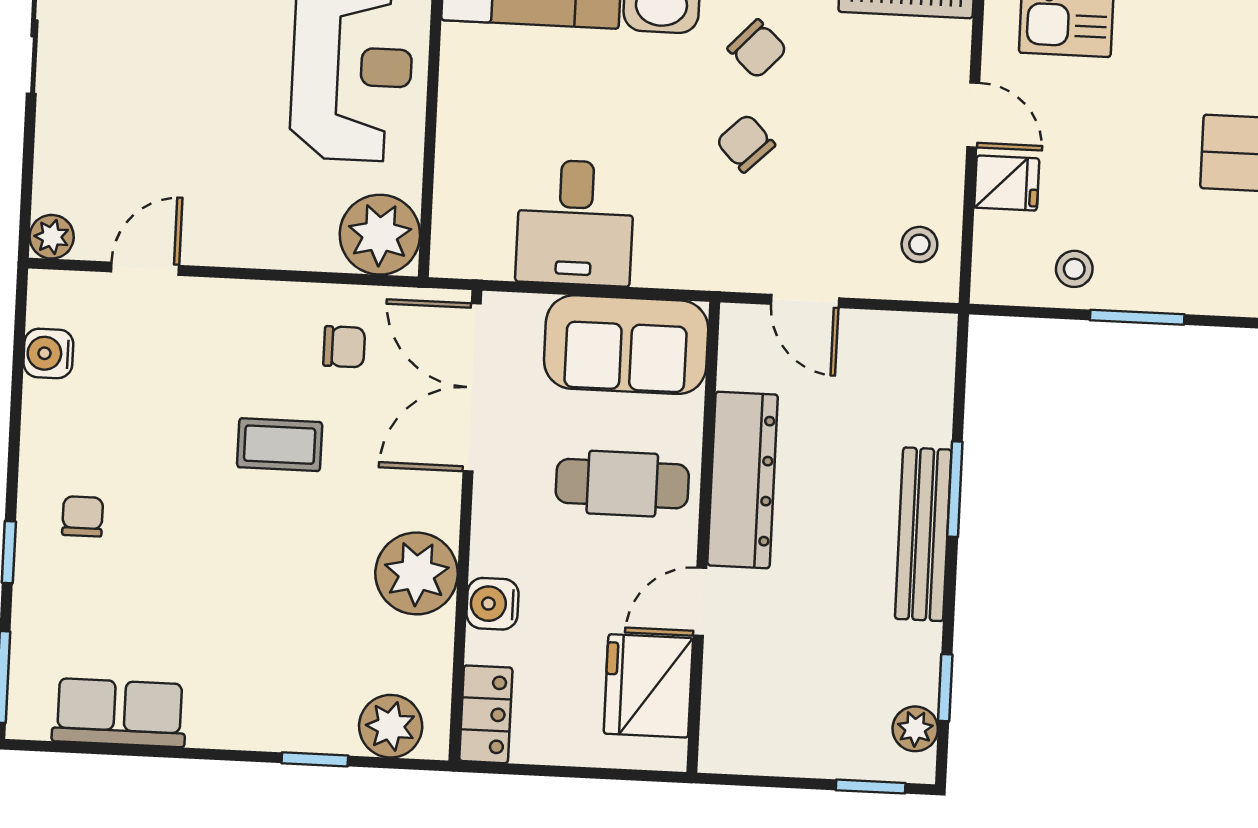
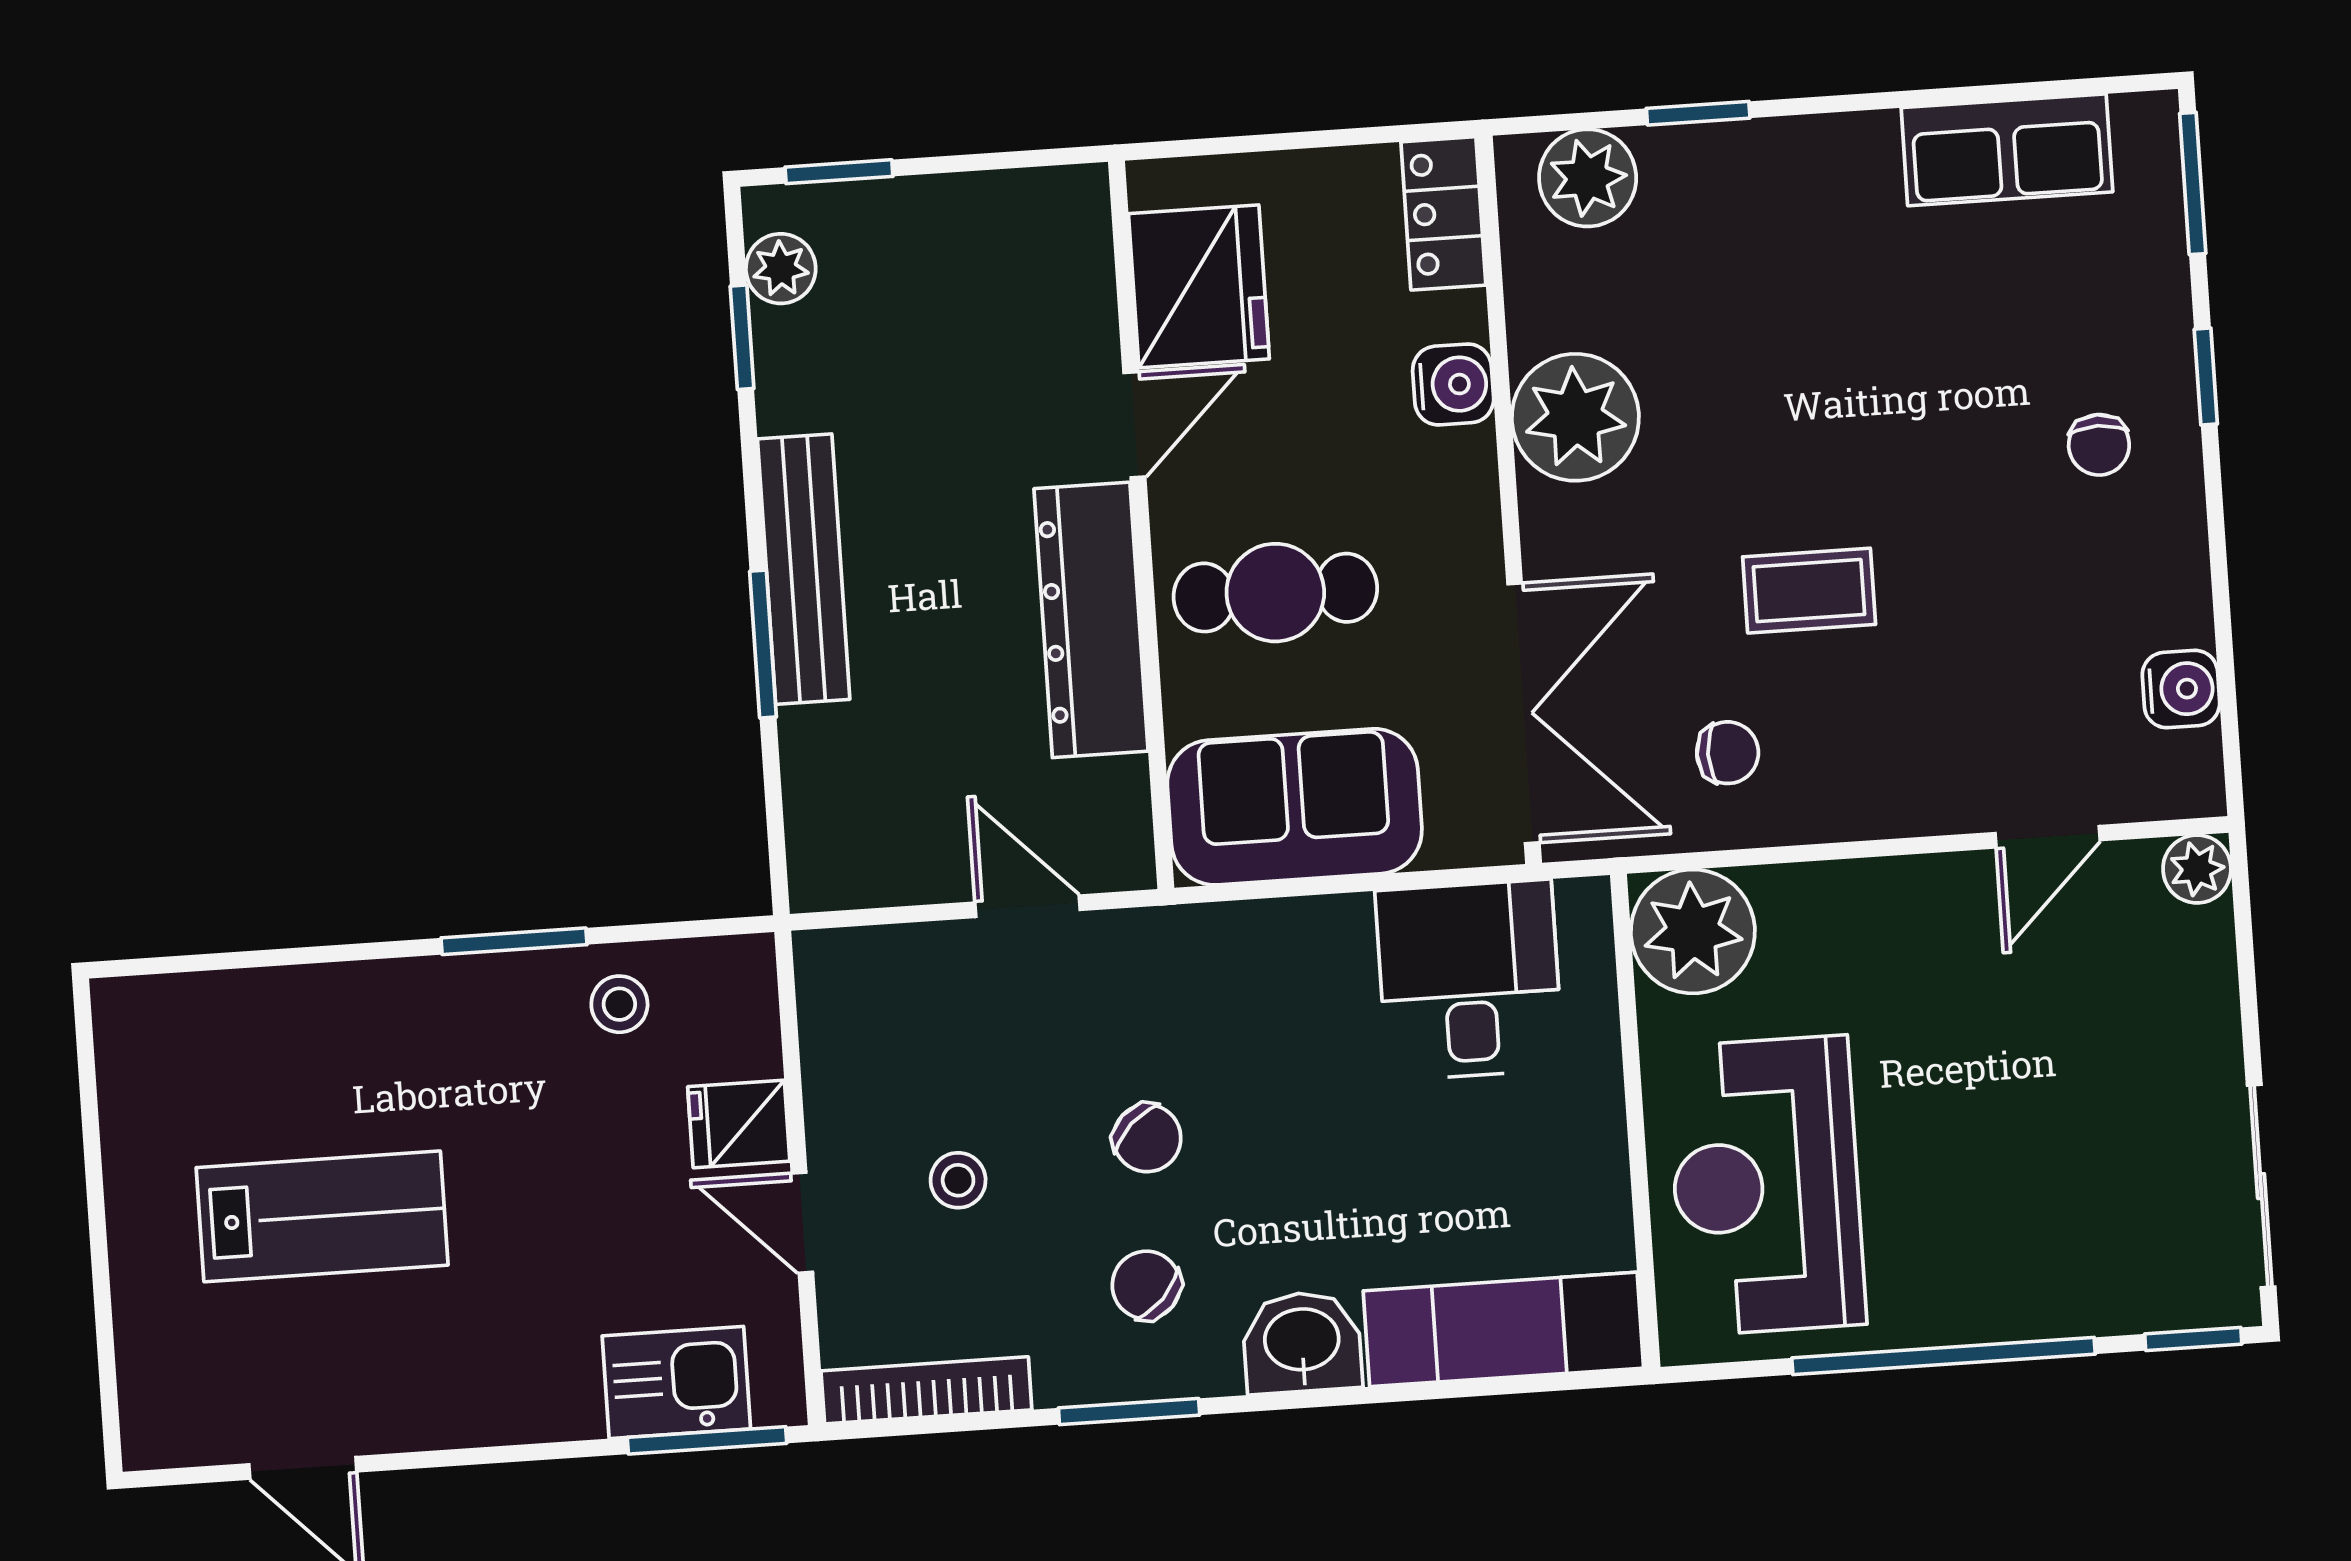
desk: (575, 223) -> (1469, 980), moved
stool: (919, 244) -> (958, 1180), moved
chair: (344, 347) -> (1728, 753), turned 180

